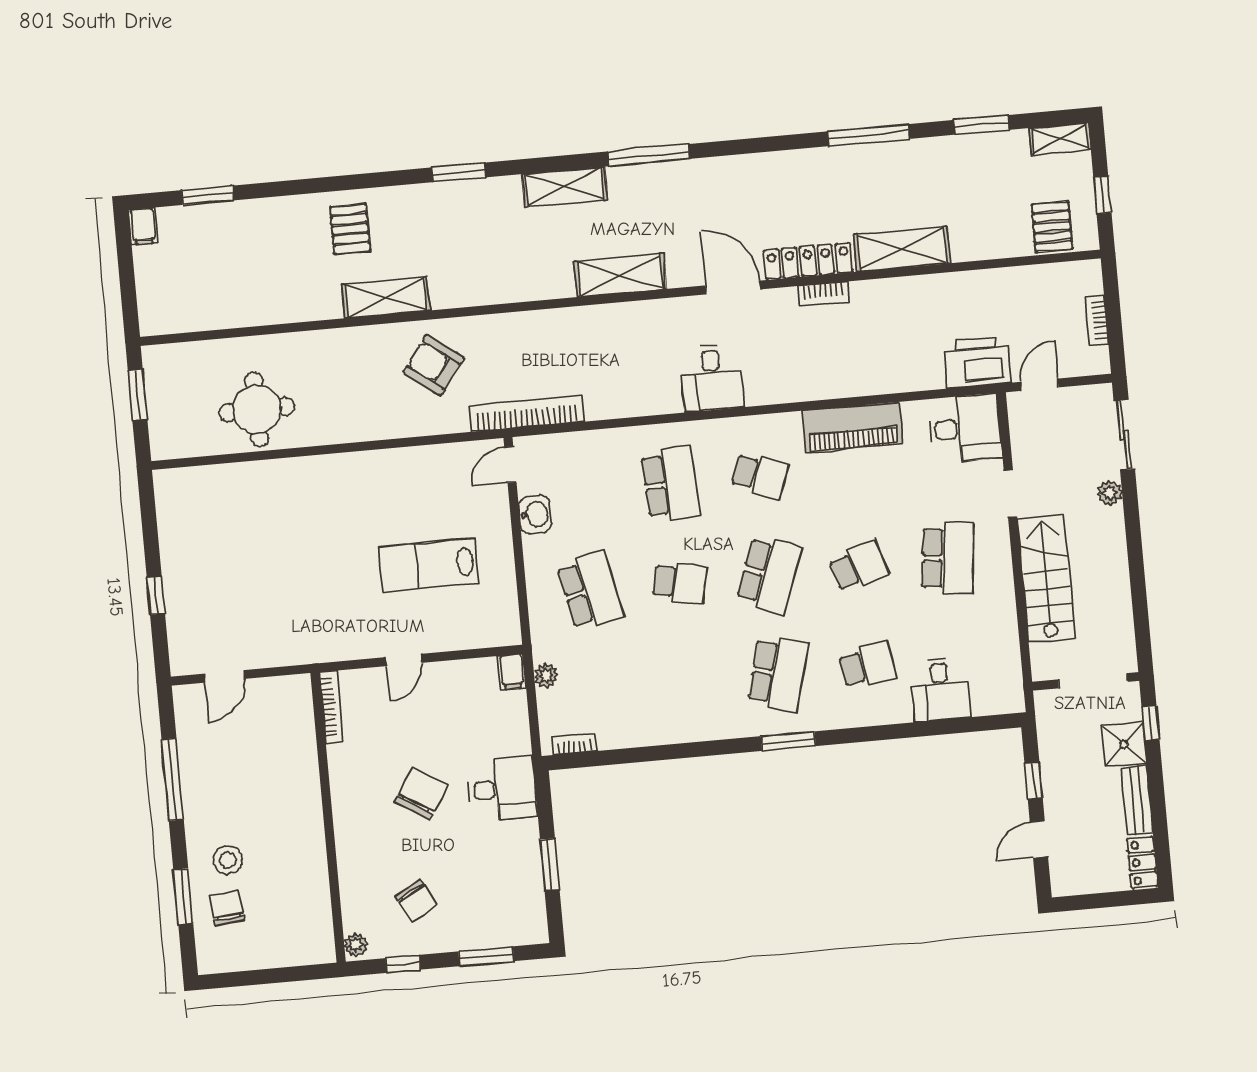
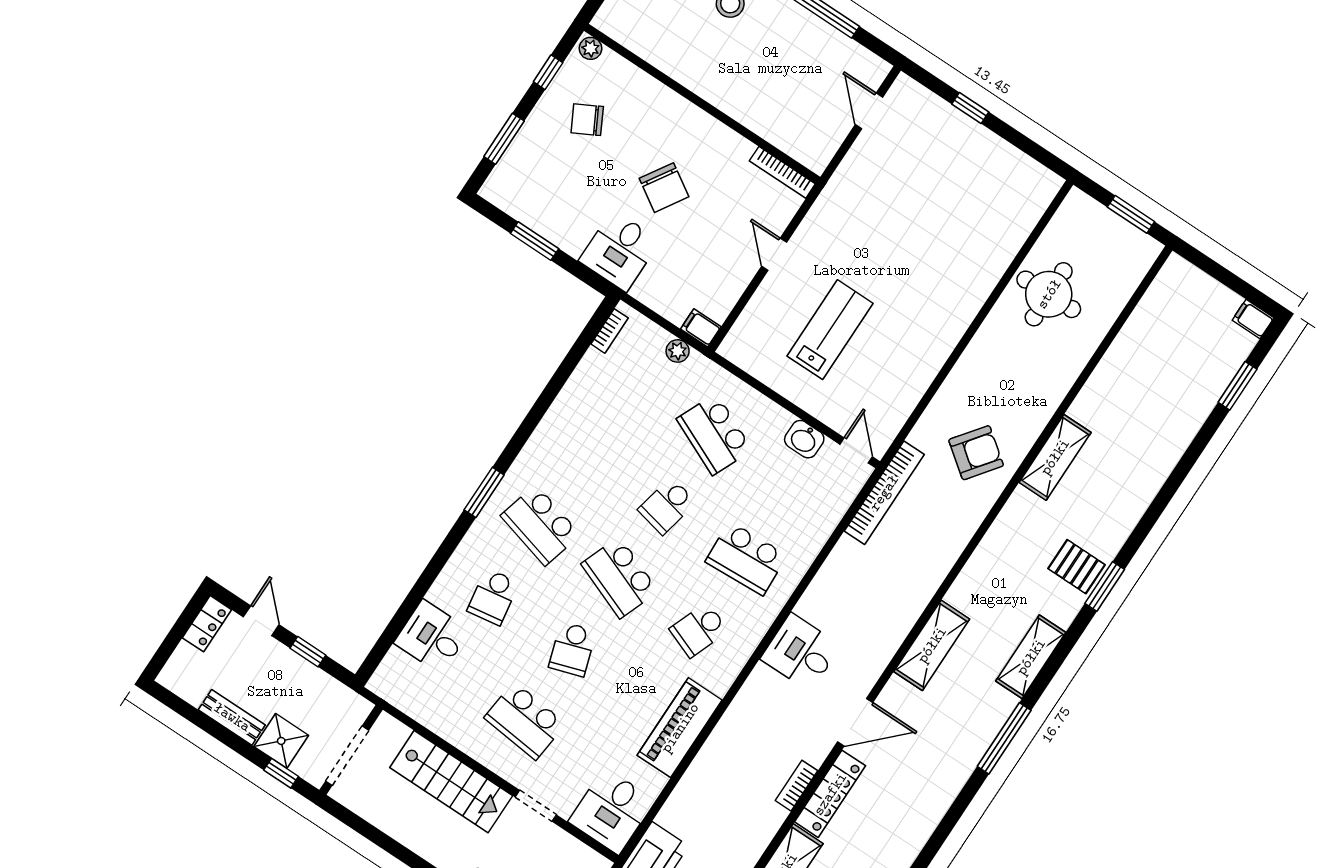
pallet: (350, 229) -> (1077, 567), moved
school desk: (590, 591) -> (714, 434), turned 36
locker: (1142, 862) -> (207, 624), moved, turned 90

